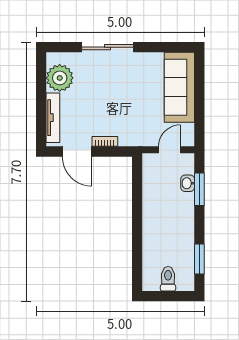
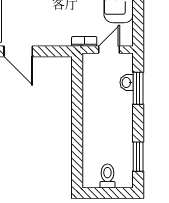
bookcase: (105, 141) -> (84, 41), moved

